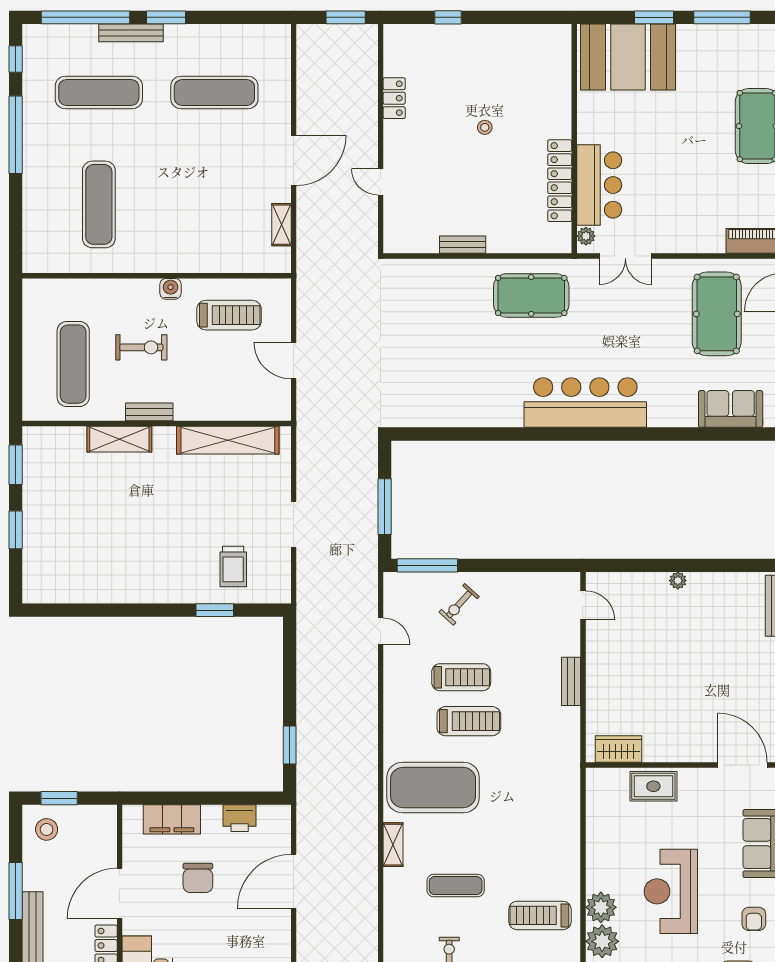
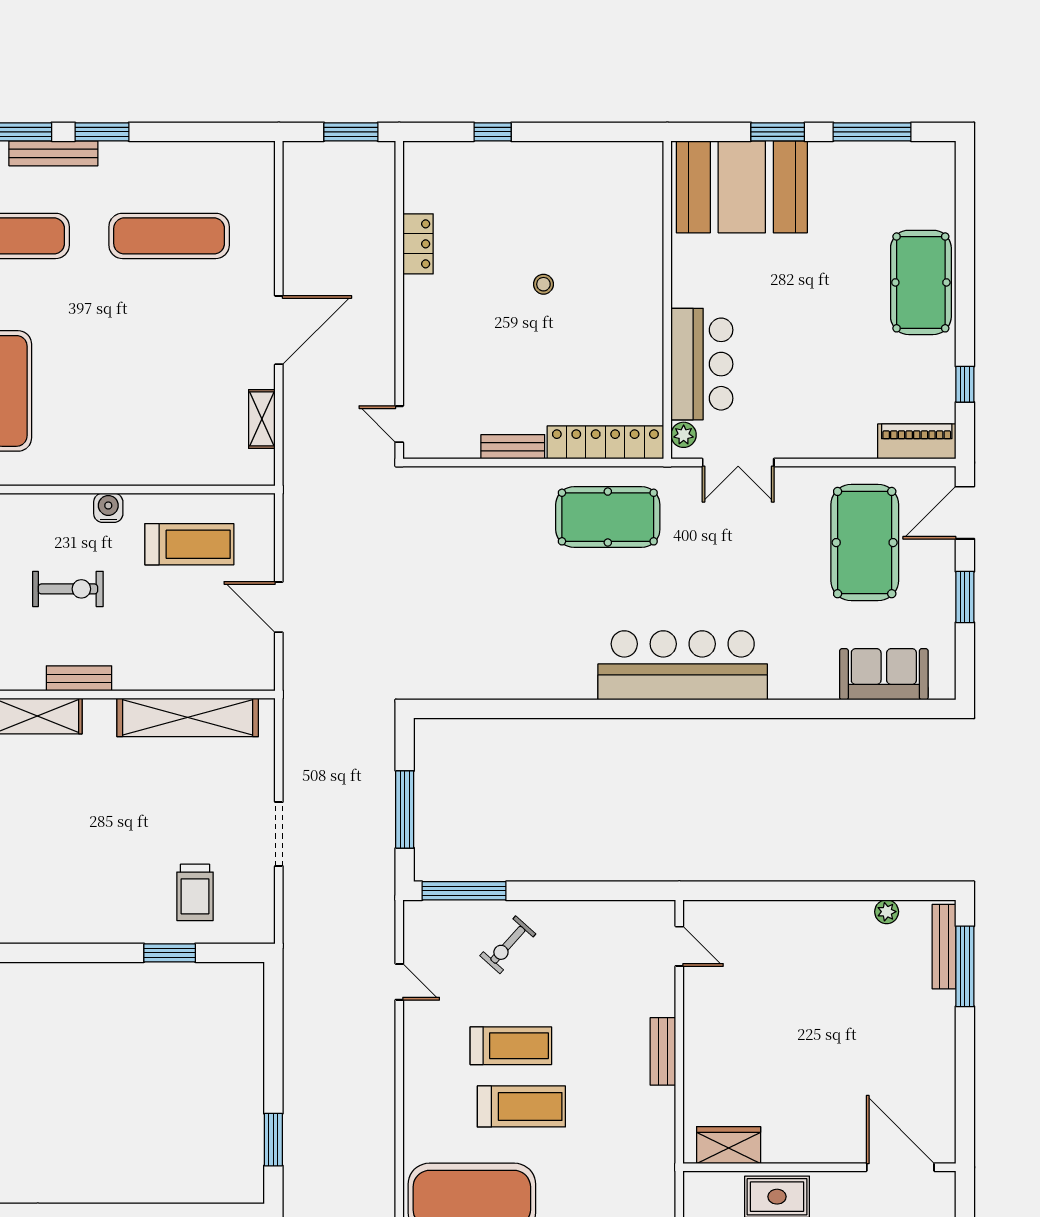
locker: (560, 181) -> (605, 442), moved, turned 90
door: (381, 182) -> (399, 424), moved
plant: (678, 581) -> (887, 912), moved

